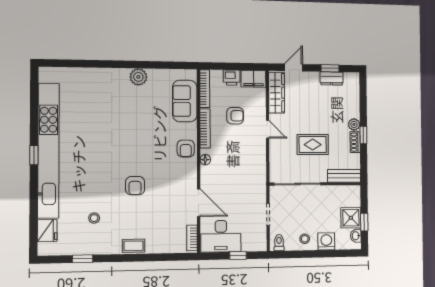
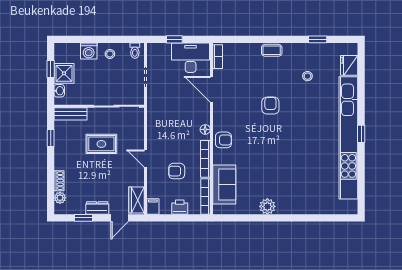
dresser: (332, 78) -> (97, 208), moved
filing cabinet: (254, 79) -> (153, 206), width x0.50
wardrobe: (277, 93) -> (136, 200), width x0.67
plant: (354, 124) -> (60, 198), moved
window: (363, 135) -> (51, 138), moved
shoe rack: (355, 142) -> (59, 181), moved
armchair: (186, 149) -> (223, 140), turned 90
washbasin: (356, 236) -> (59, 91), moved

